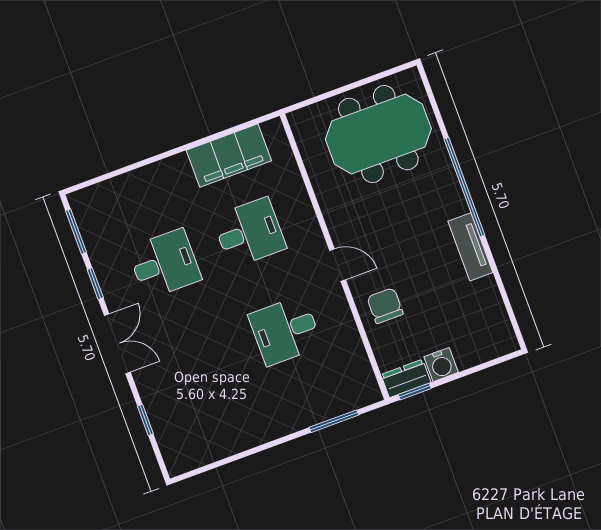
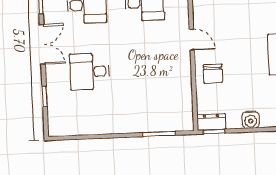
chair: (385, 306) -> (213, 74), turned 180
desk: (285, 330) -> (89, 72), moved
water cooler: (441, 365) -> (251, 120), moved

